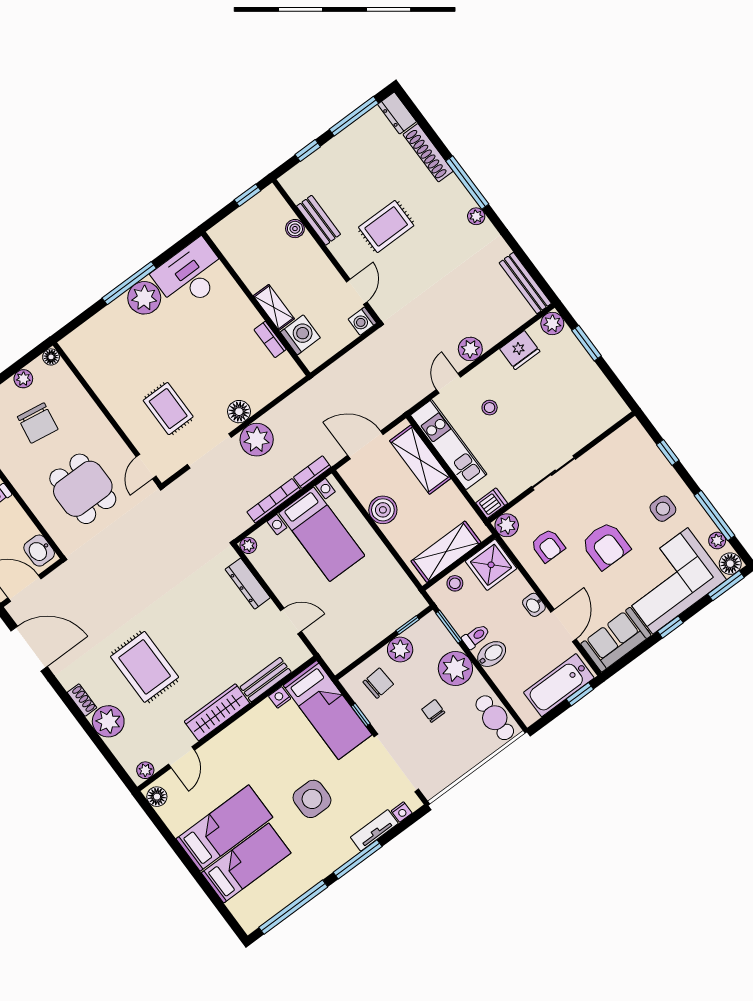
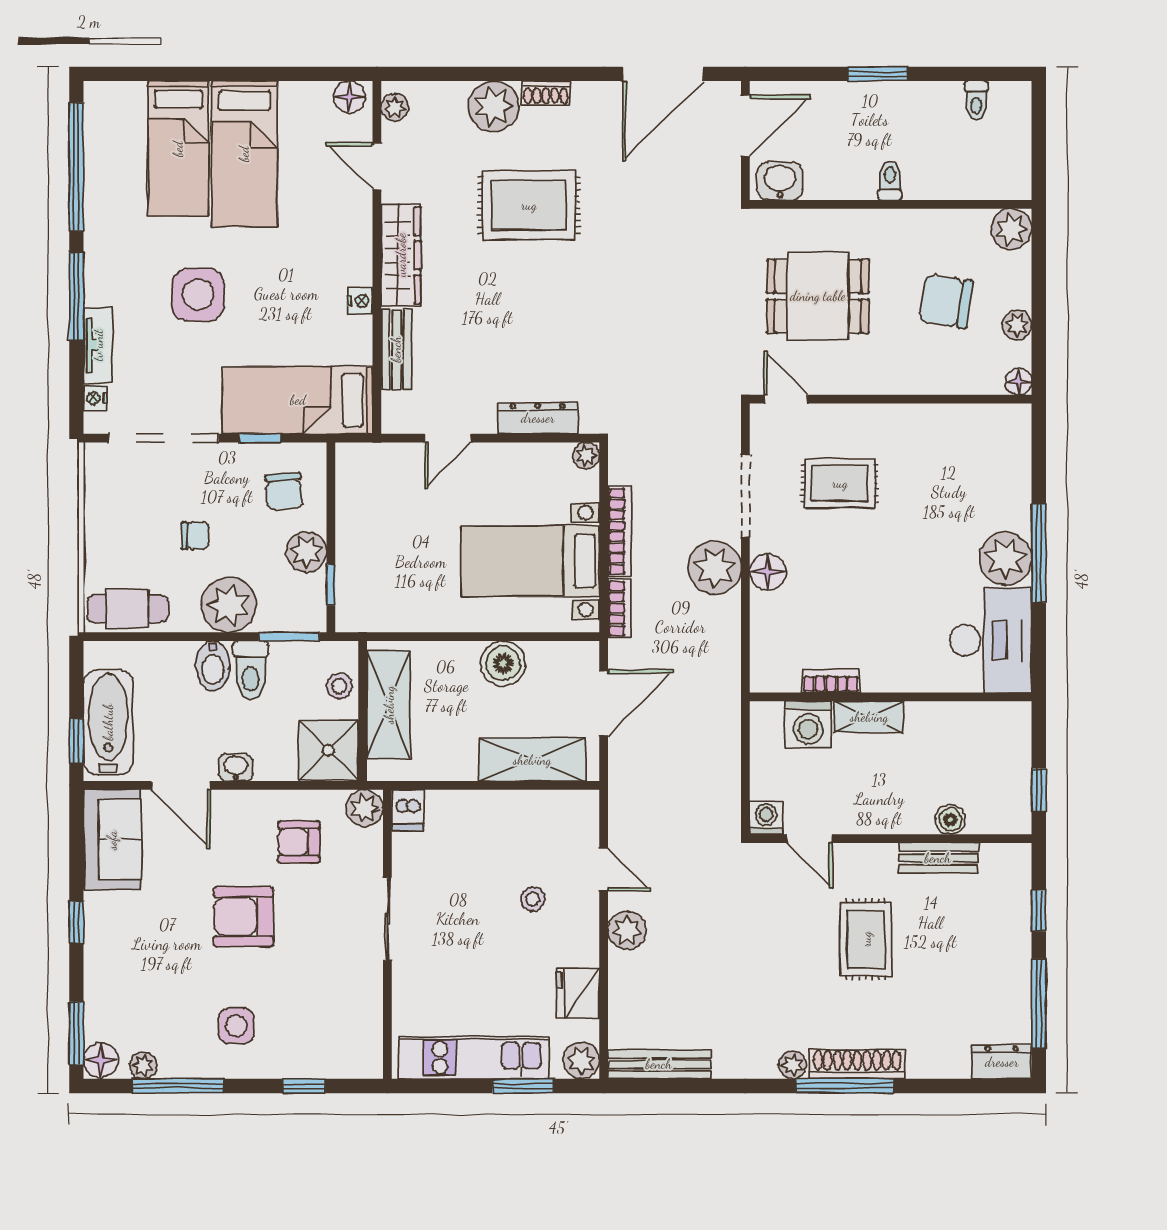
shoe rack: (428, 153) -> (857, 1064), moved
kitchen unit: (449, 445) -> (474, 1058), moved, turned 180
corner sofa: (670, 581) -> (136, 966), removed
toilet: (476, 636) -> (251, 670), width x1.37, depth x1.39
nightstand: (280, 697) -> (360, 301), moved

